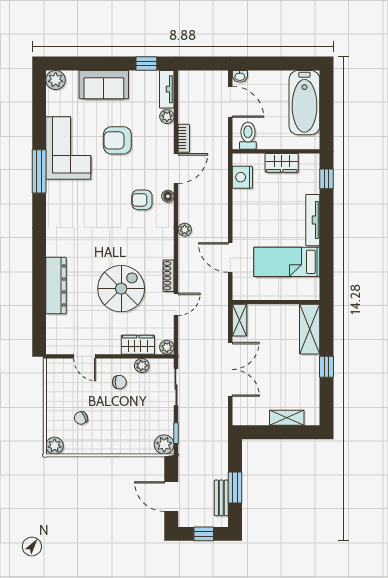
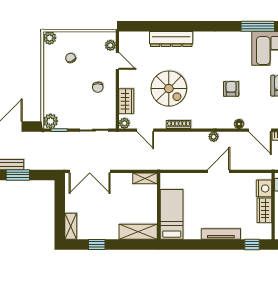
nightstand: (242, 177) -> (264, 188), moved, turned 90
armchair: (142, 200) -> (231, 89), moved
door: (230, 258) -> (219, 171), moved
bed: (287, 262) -> (172, 214), moved
door: (176, 304) -> (145, 130), moved
door: (85, 356) -> (117, 61), swing flipped
plant: (142, 366) -> (110, 45), moved
window: (326, 367) -> (97, 244), moved
double door: (230, 369) -> (90, 171), moved
shelving: (287, 418) -> (71, 226), moved

